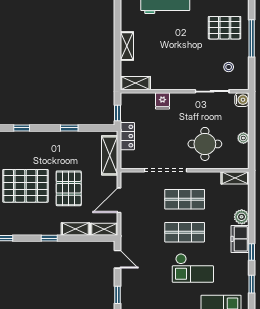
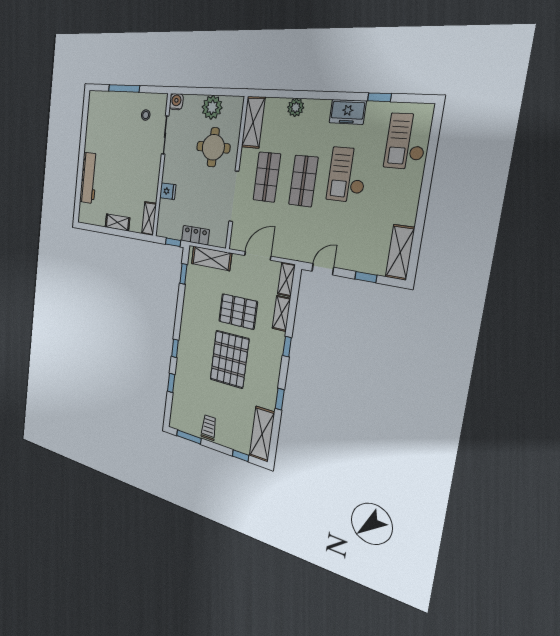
pallet: (225, 28) -> (112, 117), removed
window: (69, 128) -> (183, 274), moved
plant: (243, 138) -> (212, 107), width x1.88, depth x1.88
shelving: (235, 178) -> (253, 122), width x1.50, depth x1.33
door: (119, 200) -> (258, 256), swing flipped
freezer: (240, 239) -> (348, 112), moved
window: (252, 252) -> (339, 96), removed
checkout: (193, 268) -> (347, 175), turned 180

